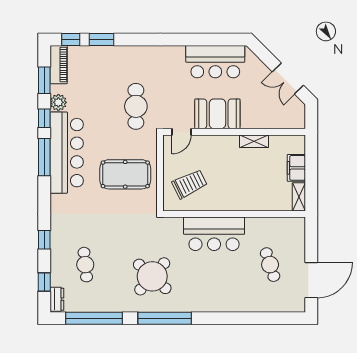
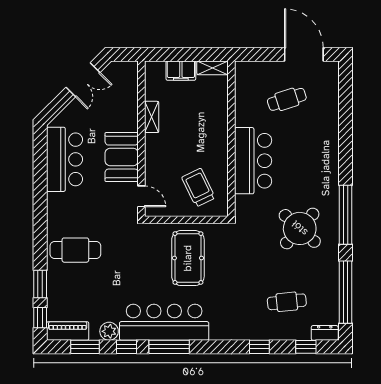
cafe table: (136, 106) -> (75, 250), moved

